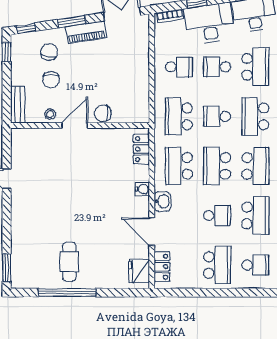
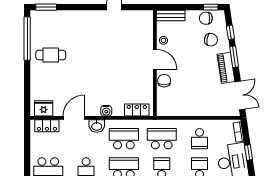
window: (26, 28) -> (230, 32), moved
chair: (51, 80) -> (206, 18), moved
window: (67, 293) -> (27, 39), moved

